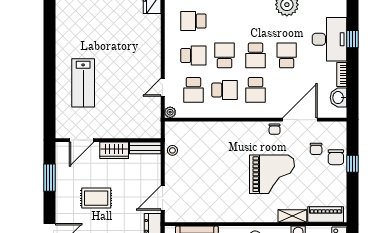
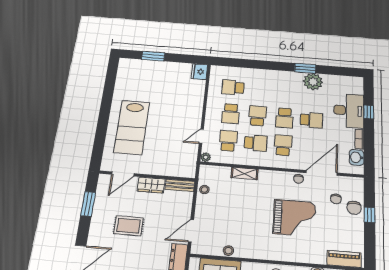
school desk: (193, 55) -> (231, 114), turned 90
school desk: (287, 55) -> (311, 120), turned 90
lab bench: (83, 83) -> (132, 127), width x1.36, depth x1.39
school desk: (193, 90) -> (228, 141), turned 180
school desk: (256, 90) -> (283, 145), turned 180
stool: (204, 216) -> (228, 251), added
shelving: (292, 216) -> (244, 173), moved

